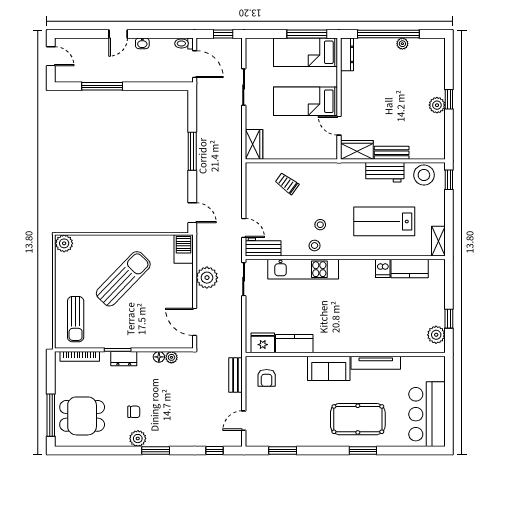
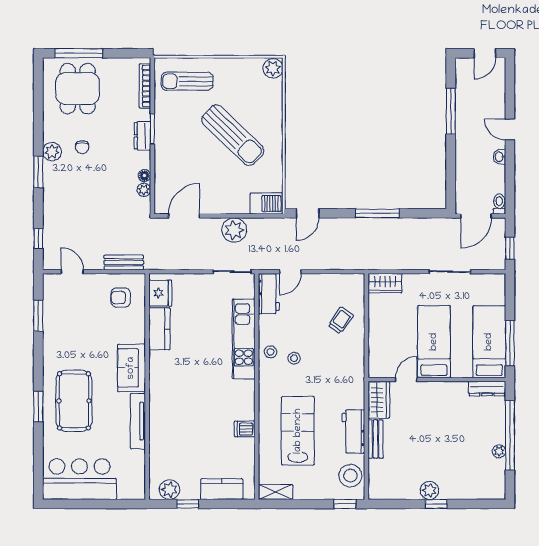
kitchen counter: (410, 269) -> (222, 489), moved, turned 90

